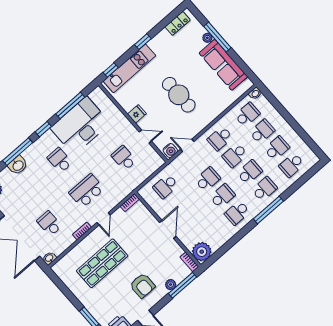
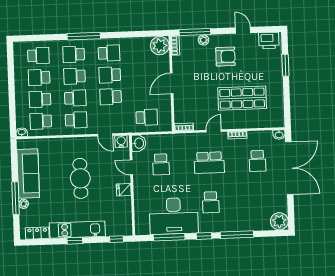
kitchen unit: (129, 68) -> (77, 230), moved
washbasin: (18, 165) -> (139, 143), moved, turned 90
armchair: (142, 286) -> (225, 56), turned 90

